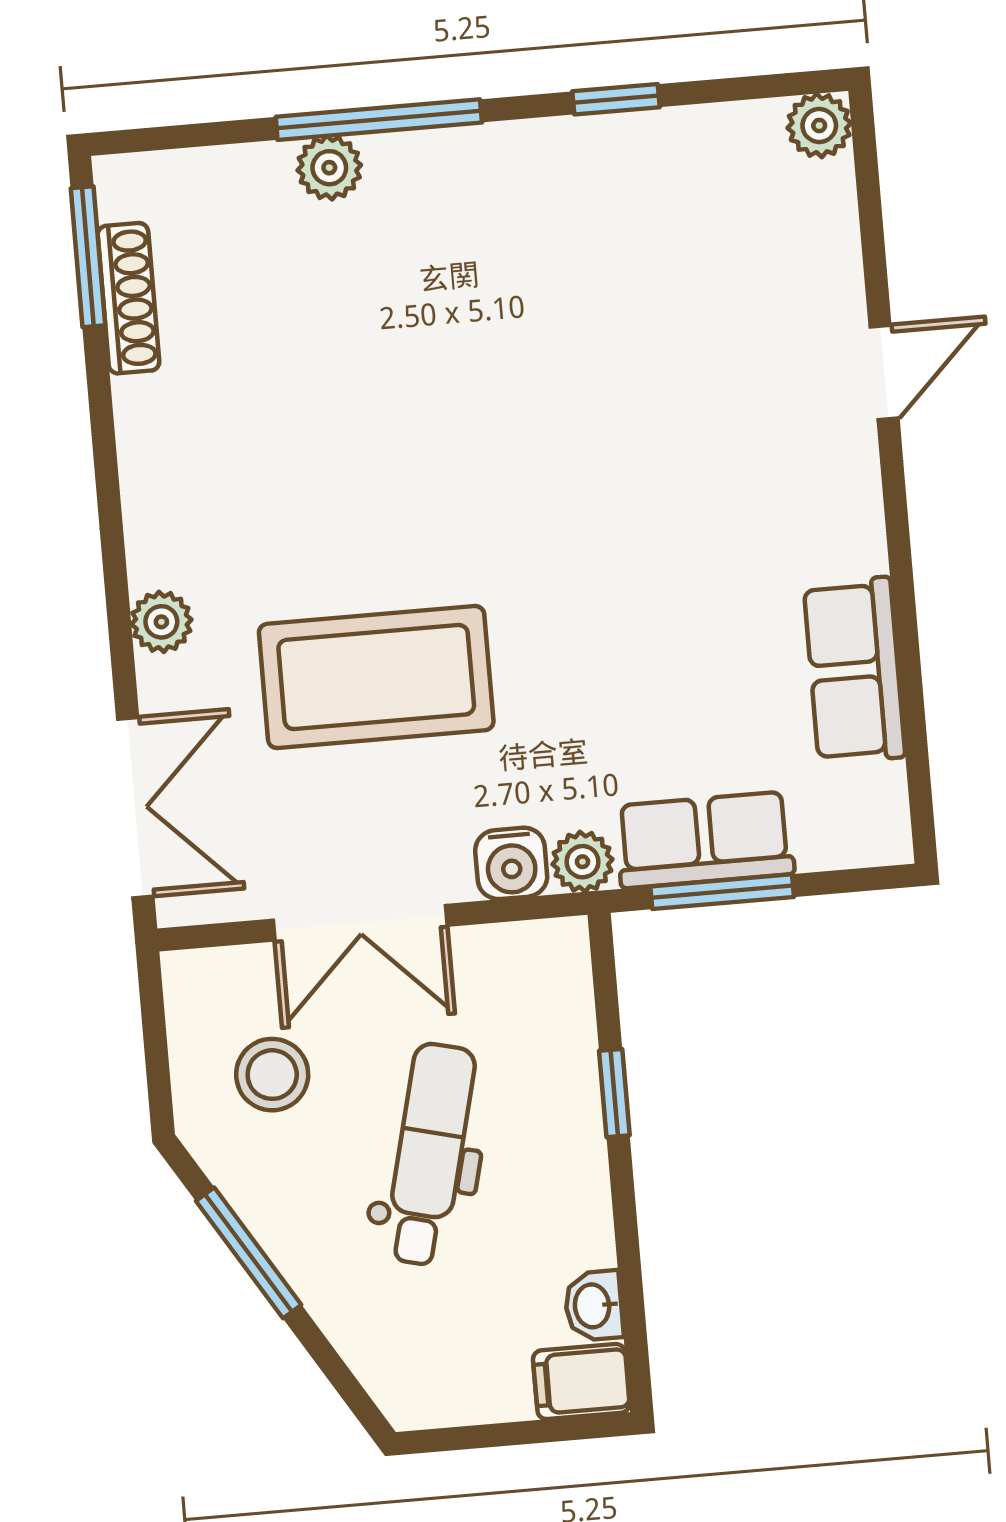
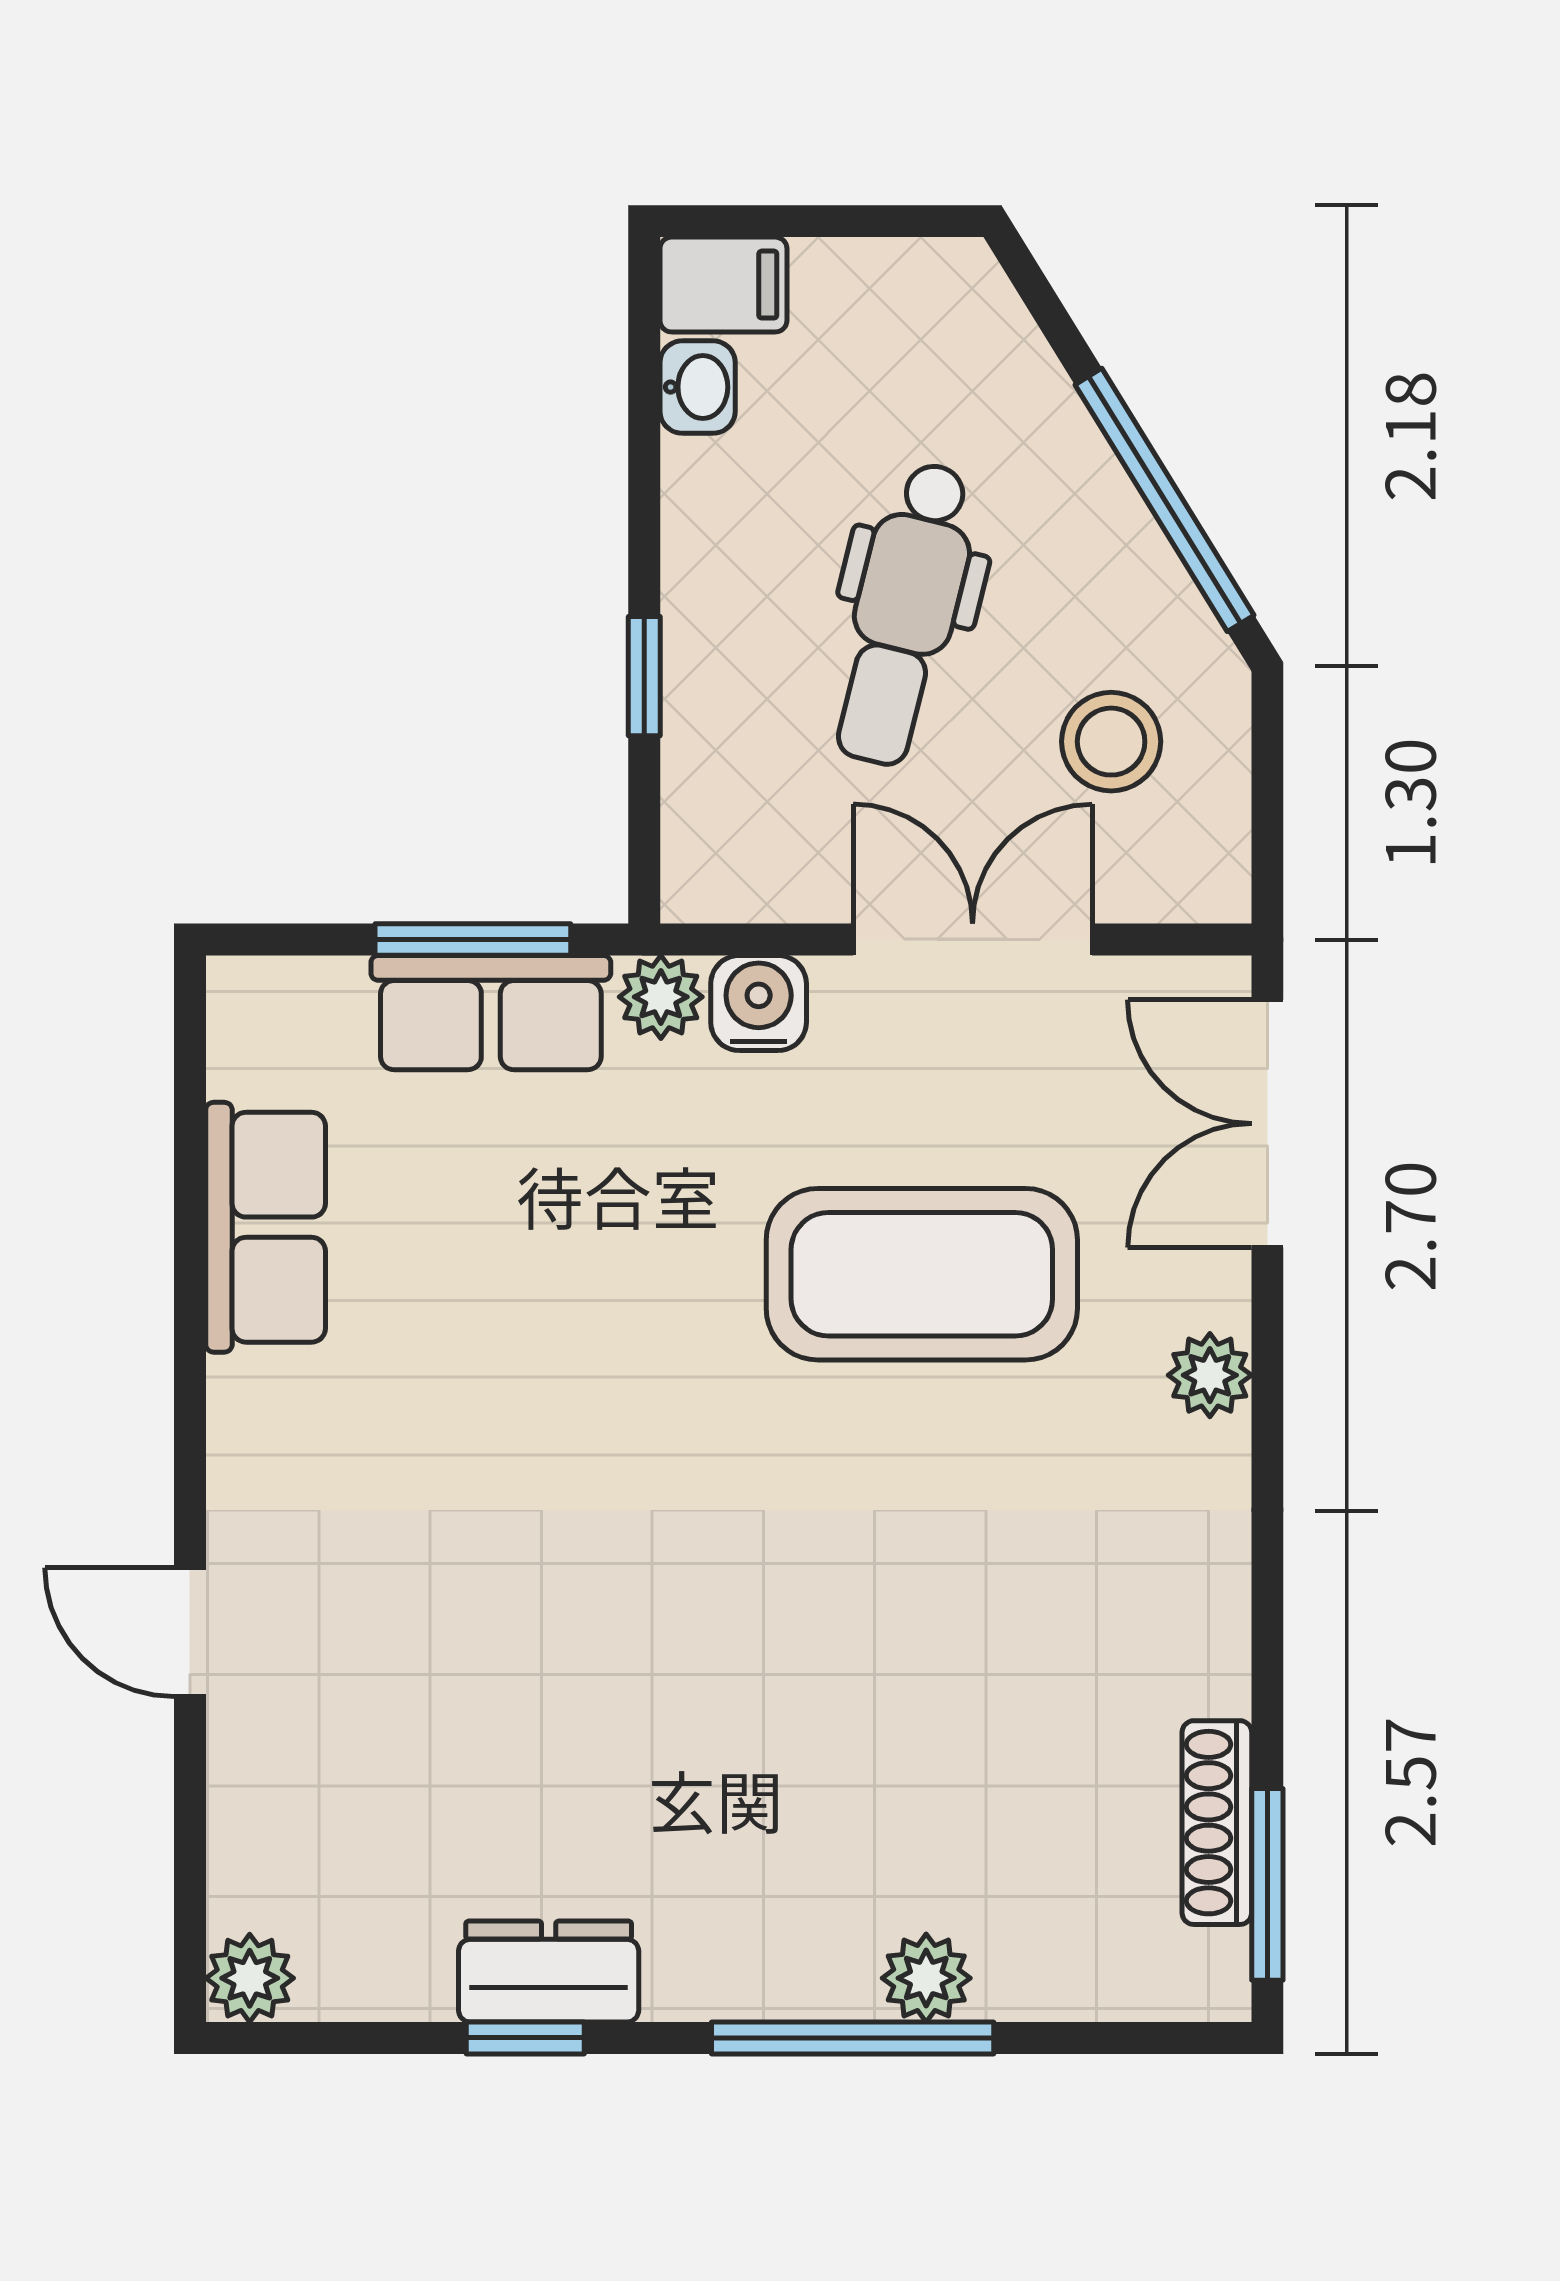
dresser: (603, 149) -> (549, 1972), added
door: (884, 372) -> (190, 1632), hinge flipped
window: (249, 1253) -> (1164, 500), width x1.44

